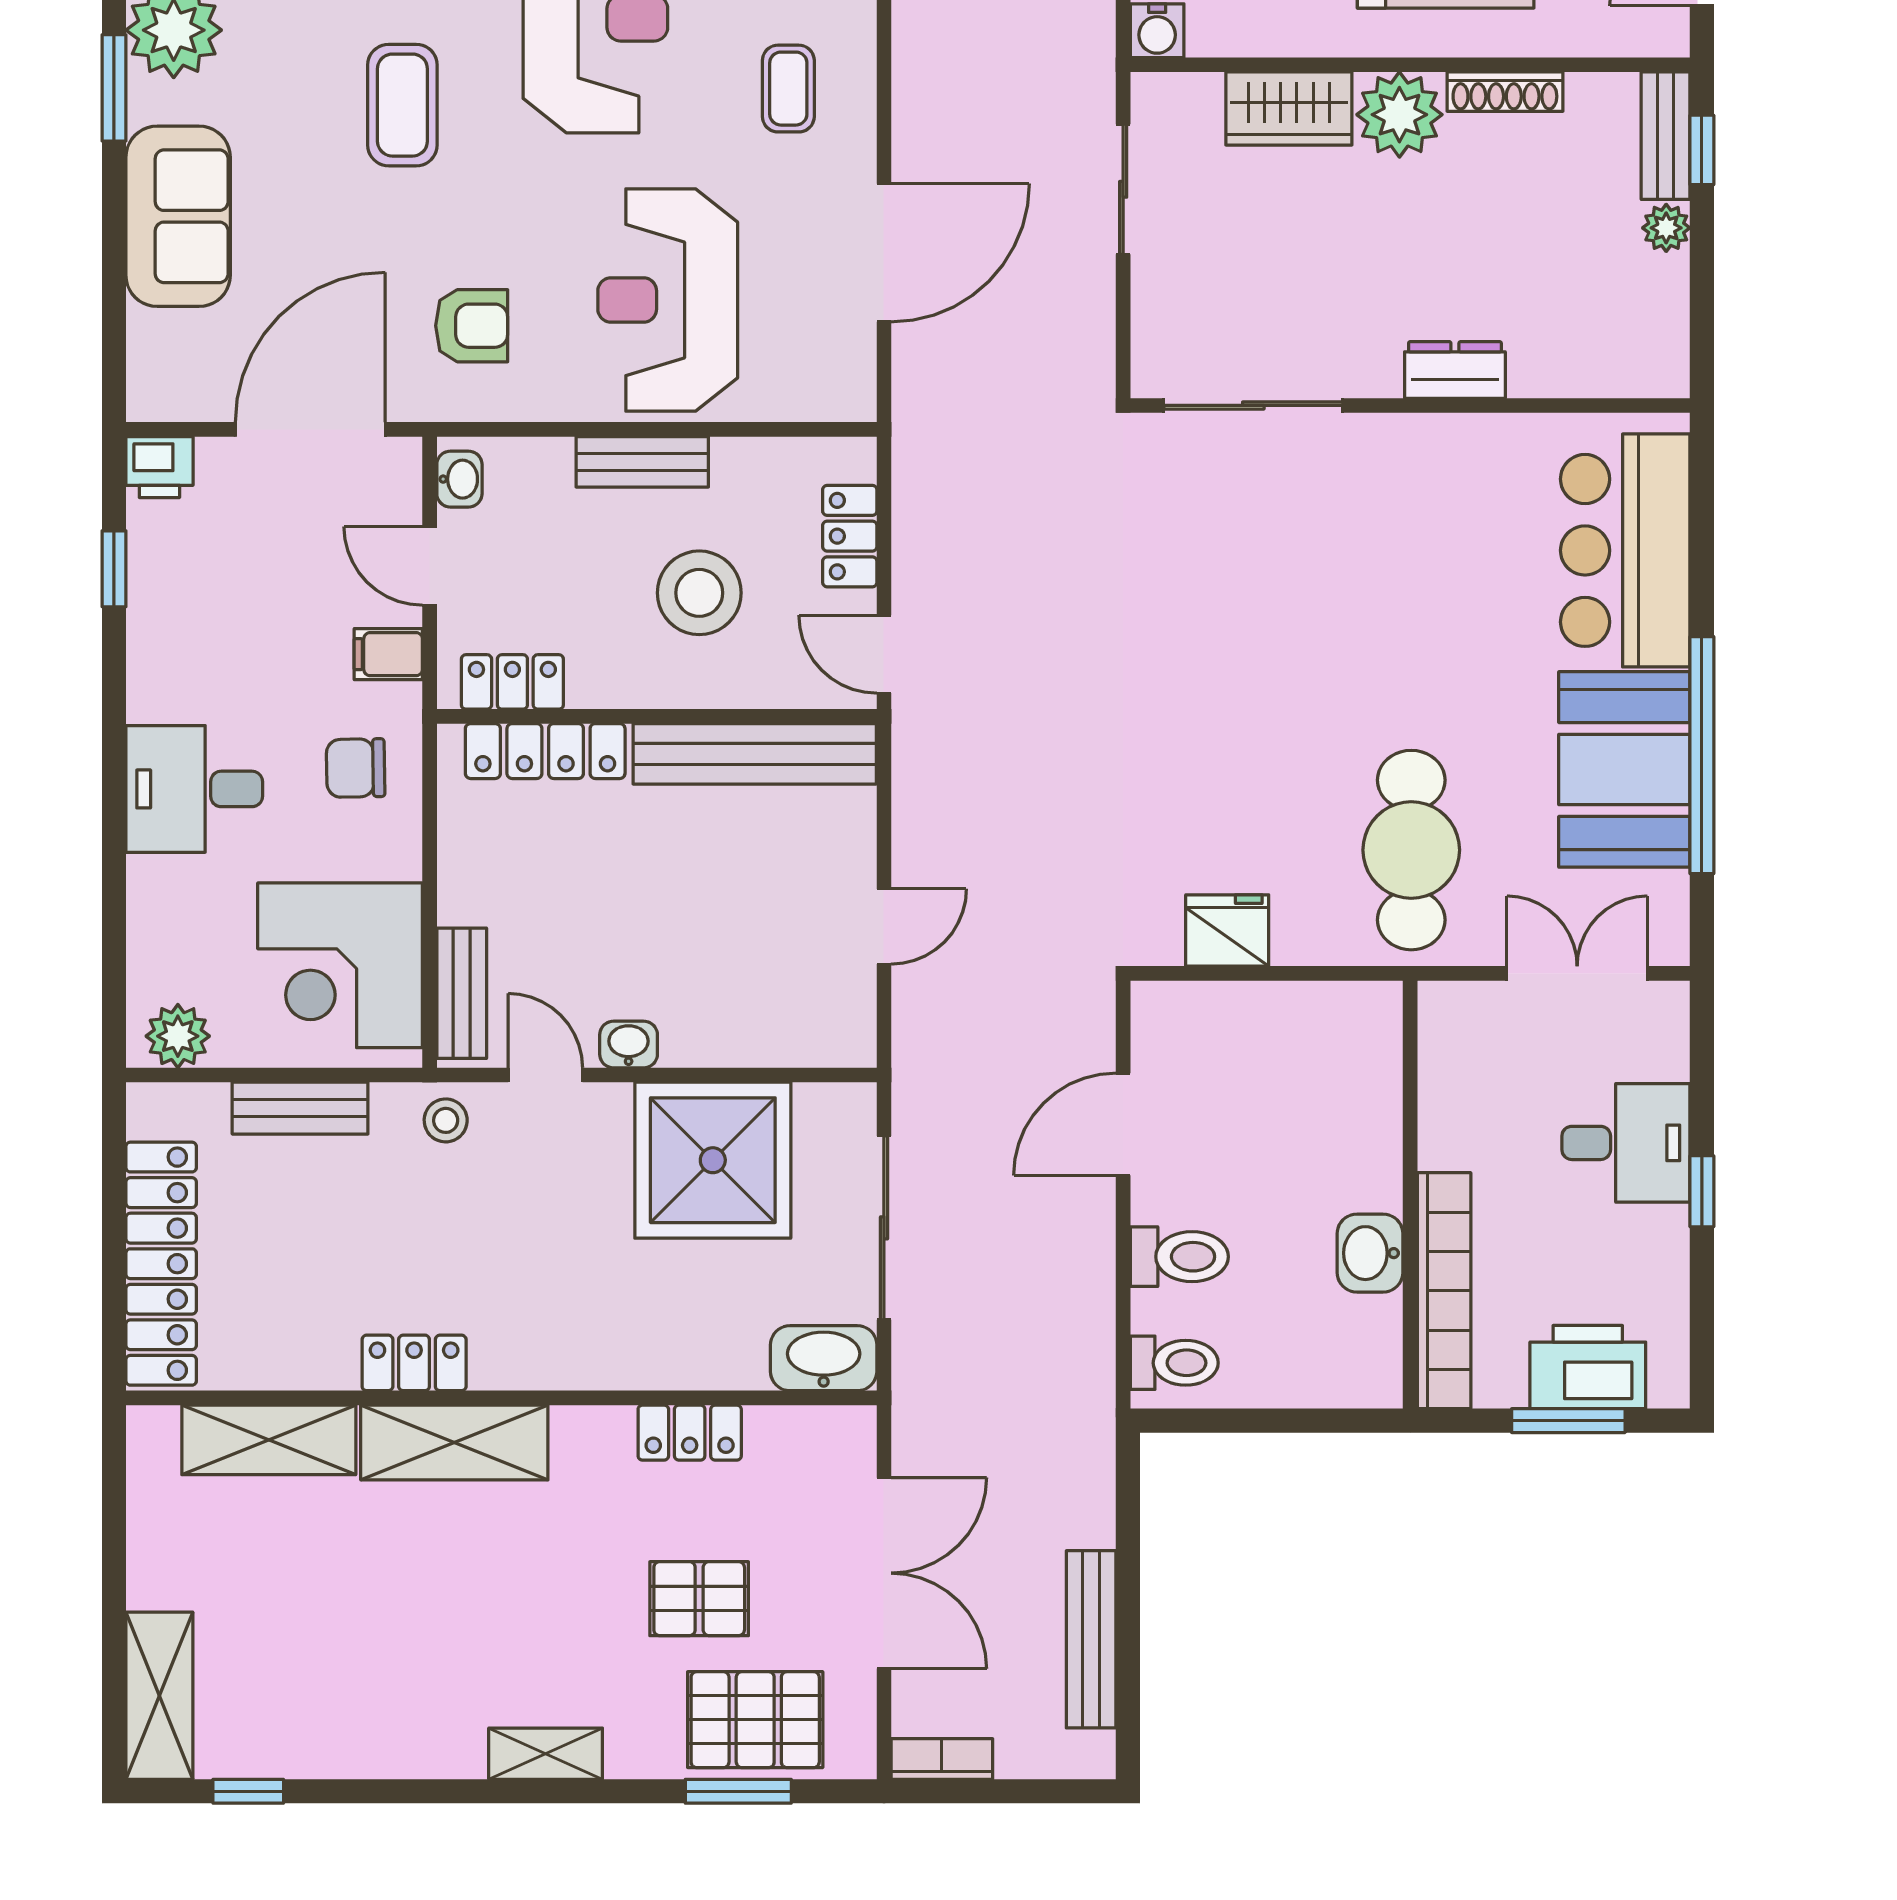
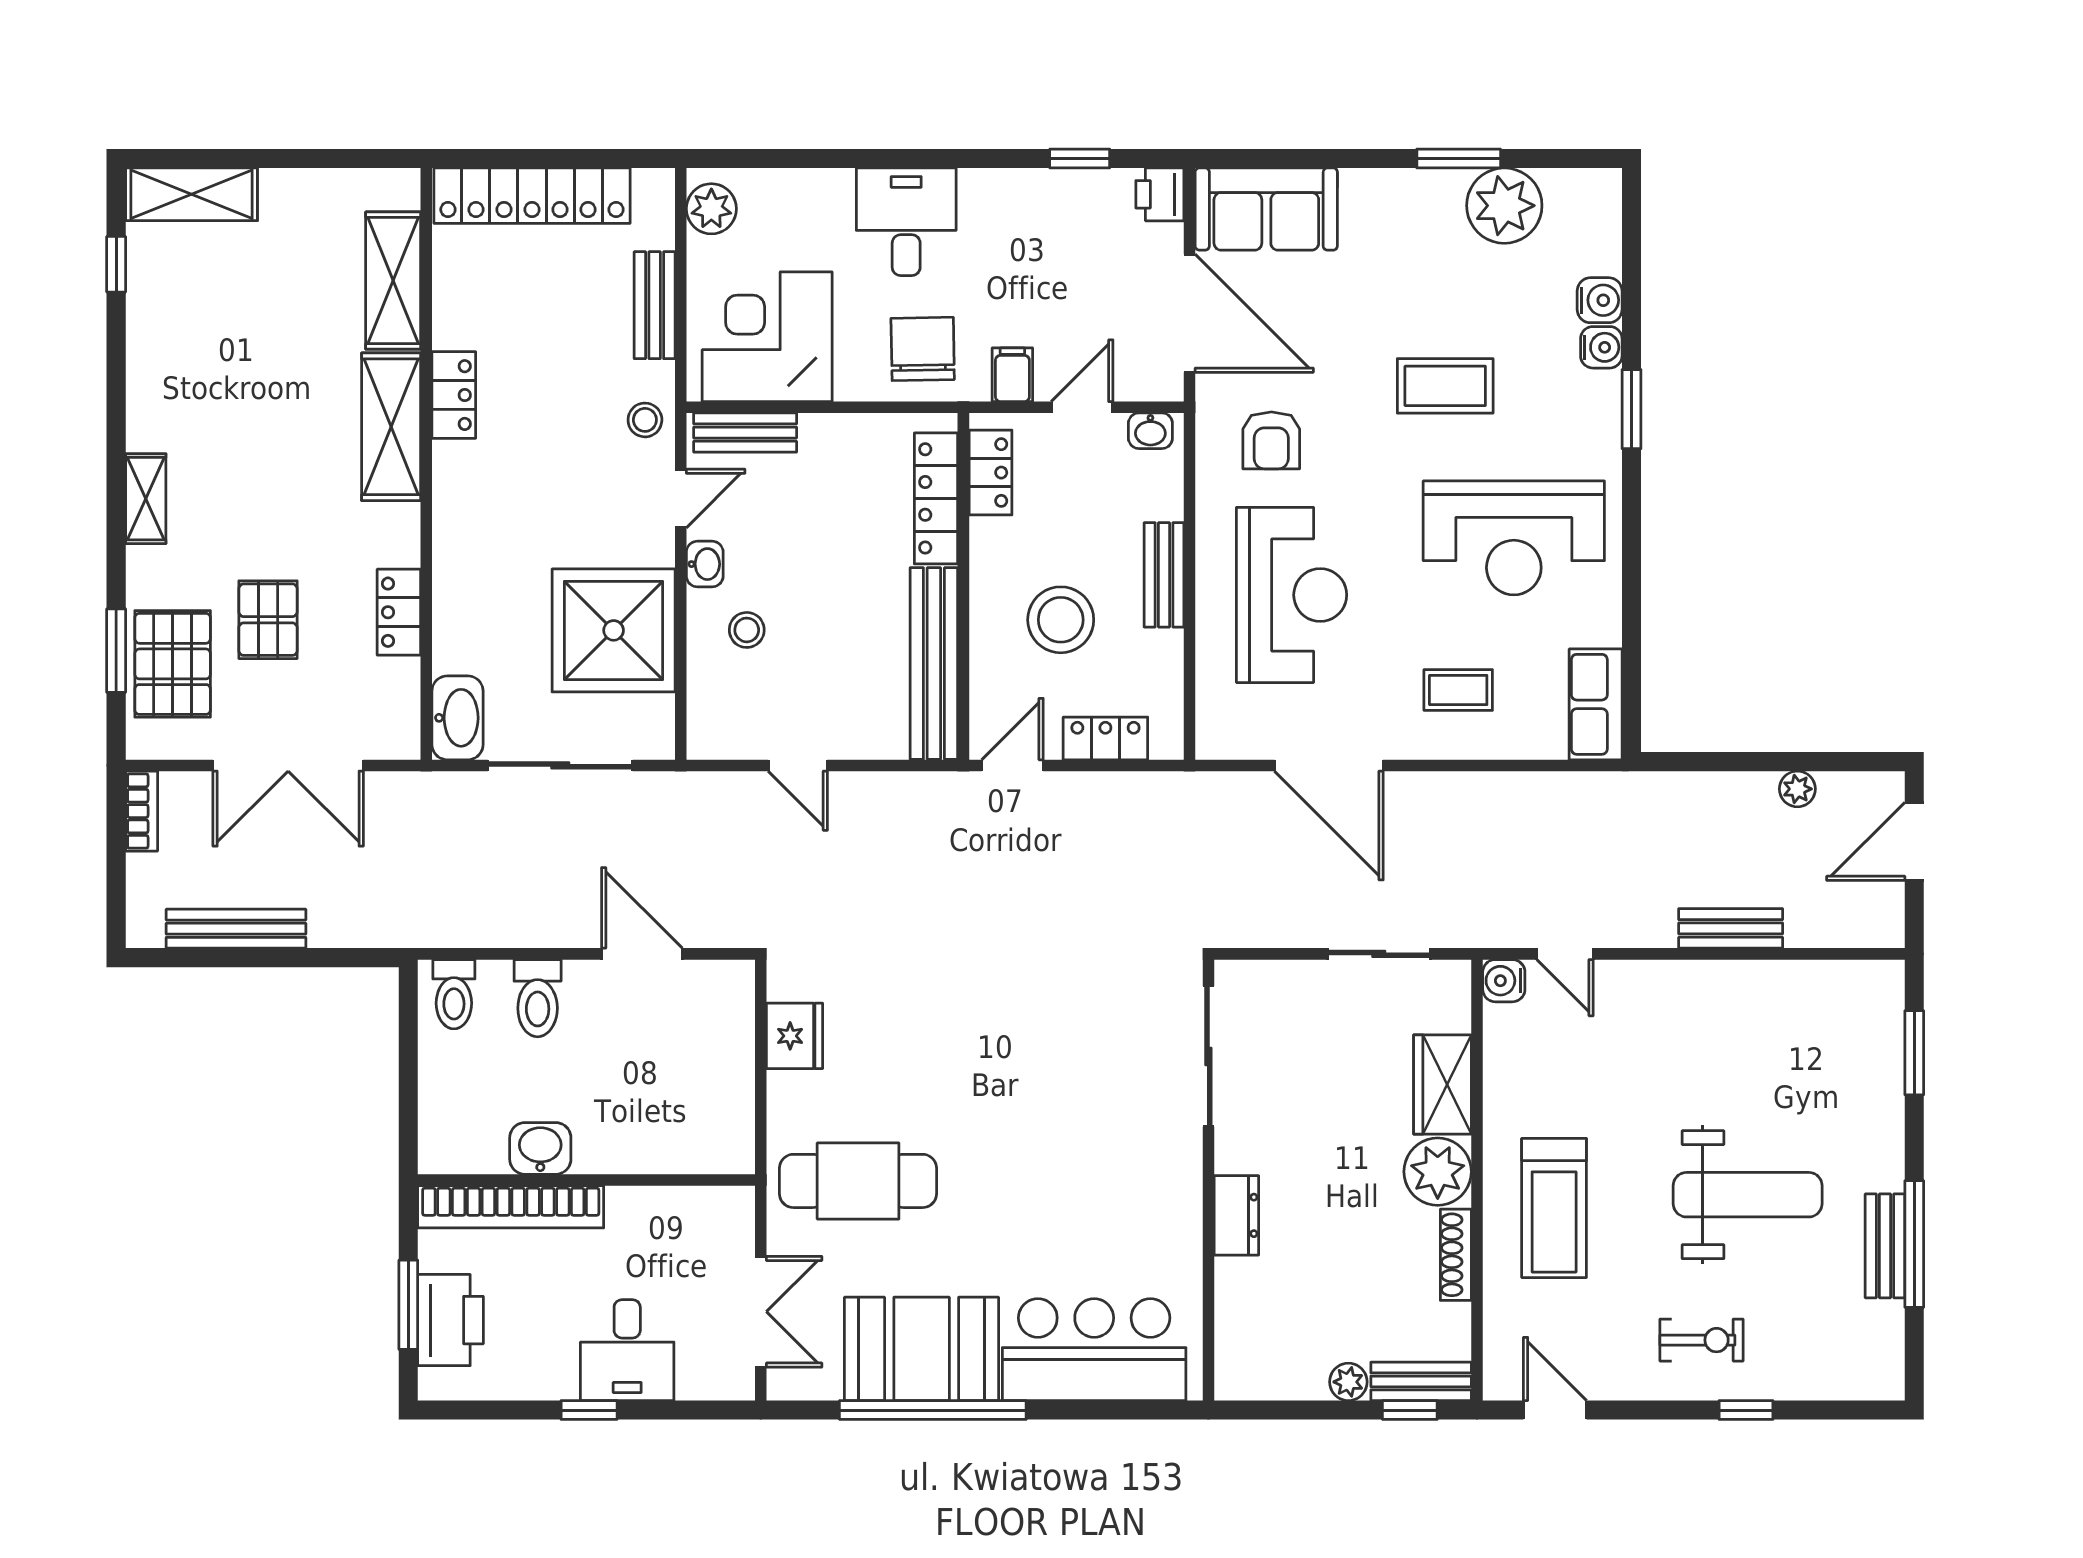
sofa: (178, 216) -> (1266, 209), moved
reception desk: (668, 300) -> (1292, 595), turned 90
chair: (356, 768) -> (923, 349), width x1.37, depth x1.37
stool: (712, 991) -> (747, 630), added

